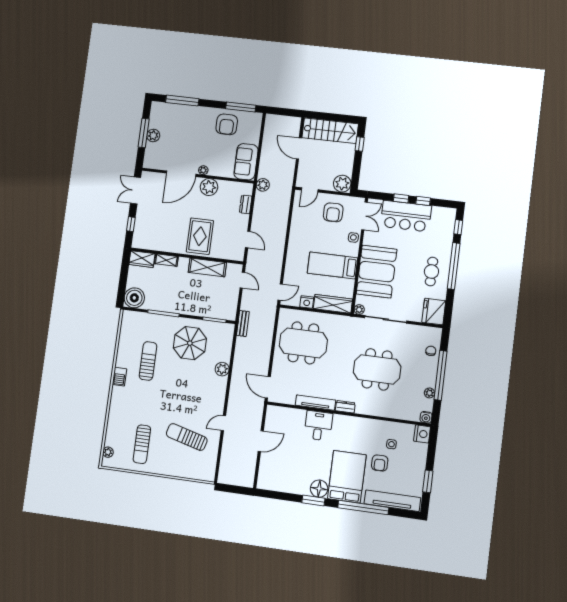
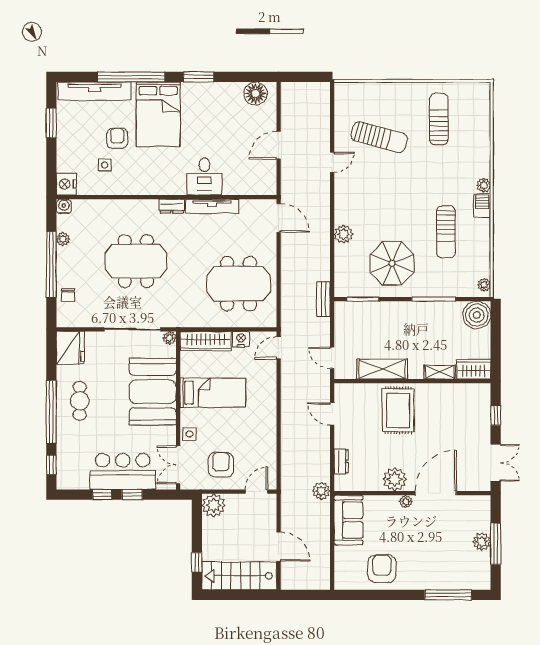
window: (241, 107) -> (366, 595), removed
plant: (126, 319) -> (484, 285), added
plant: (108, 452) -> (484, 185), moved
floor lamp: (319, 489) -> (256, 94), moved

